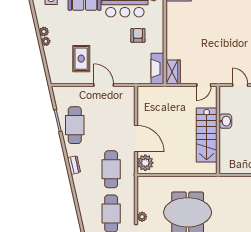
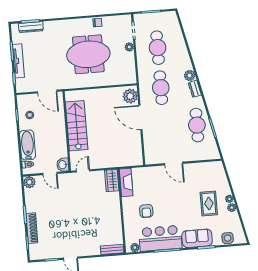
rug: (81, 59) -> (209, 204), moved
washbasin: (225, 121) -> (63, 165), moved
door: (236, 175) -> (47, 92), added
plant: (78, 180) -> (190, 76), added

